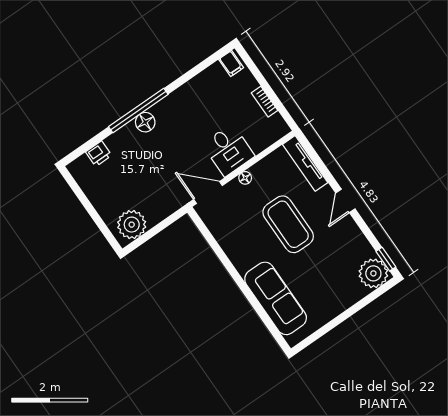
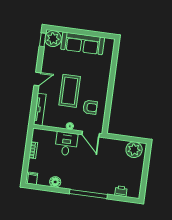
floor lamp: (145, 122) -> (55, 182), moved
armchair: (241, 227) -> (90, 107), added
sofa: (276, 298) -> (83, 43), moved, turned -90

